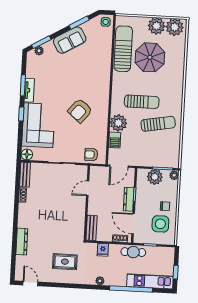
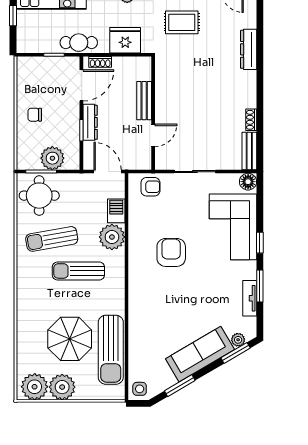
sofa: (70, 40) -> (200, 354), width x1.36
tv unit: (29, 90) -> (250, 298), moved
armchair: (80, 111) -> (171, 252), turned -40
round table: (165, 153) -> (39, 196), added
door: (119, 166) -> (108, 172), hinge flipped
plant: (174, 175) -> (23, 162), removed
door: (133, 224) -> (81, 85), hinge flipped
side table: (160, 224) -> (40, 88), removed
bench: (91, 228) -> (144, 101), moved
fridge: (103, 250) -> (125, 40), width x1.88, depth x1.34

